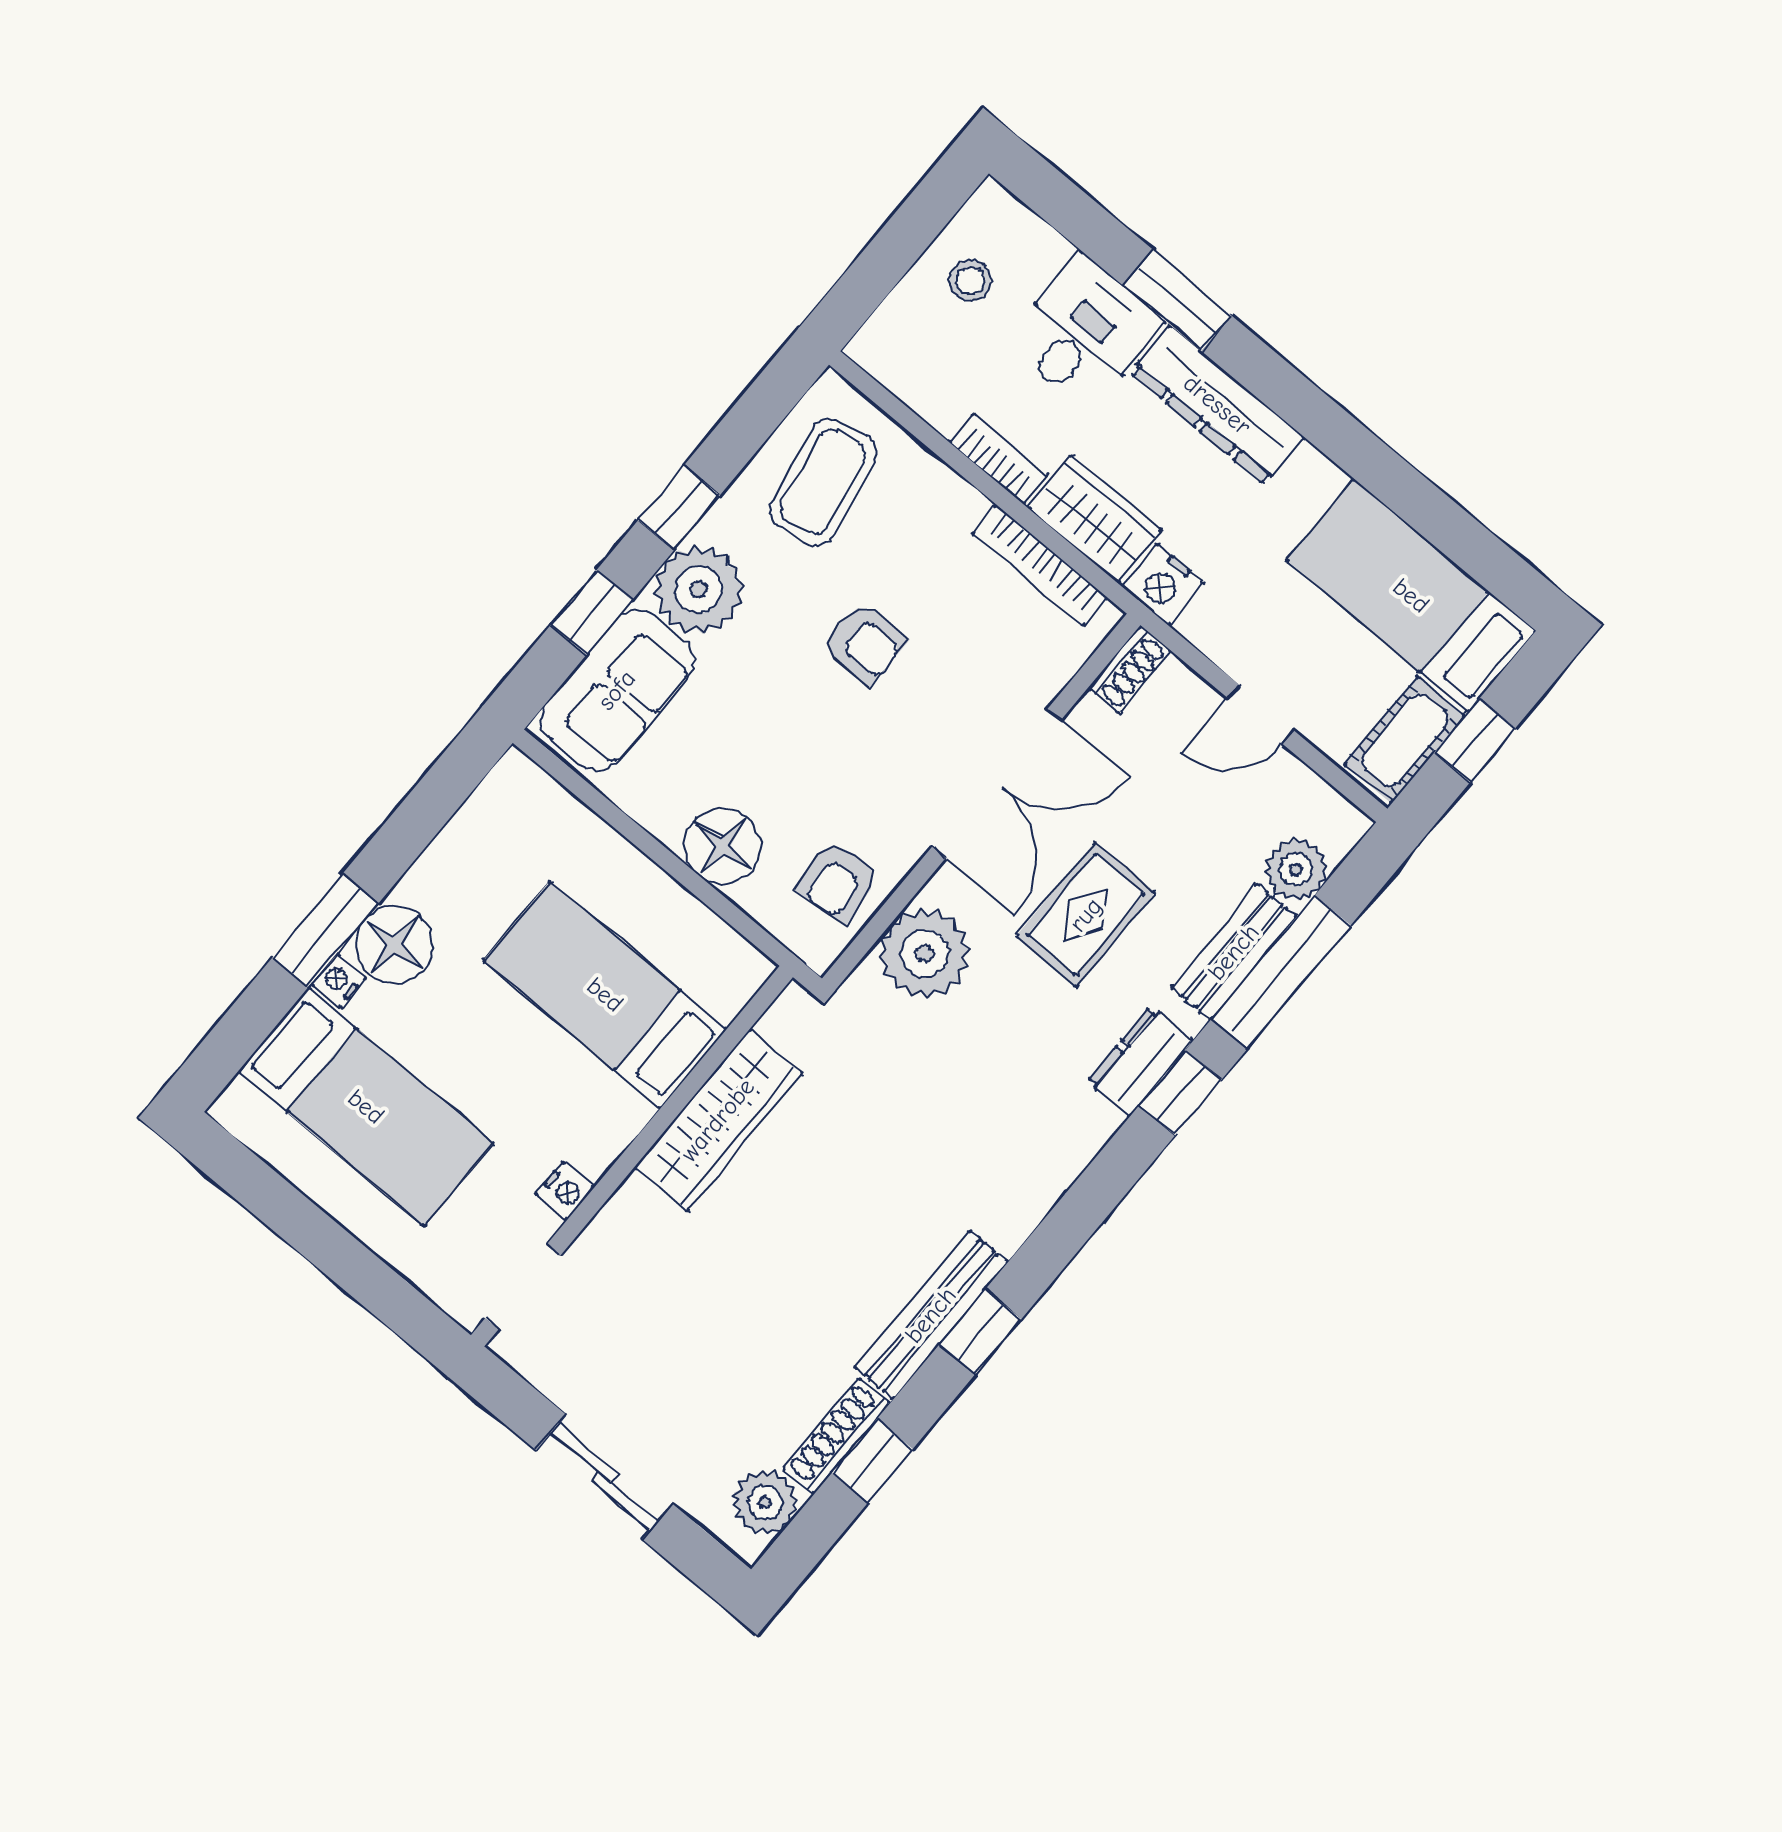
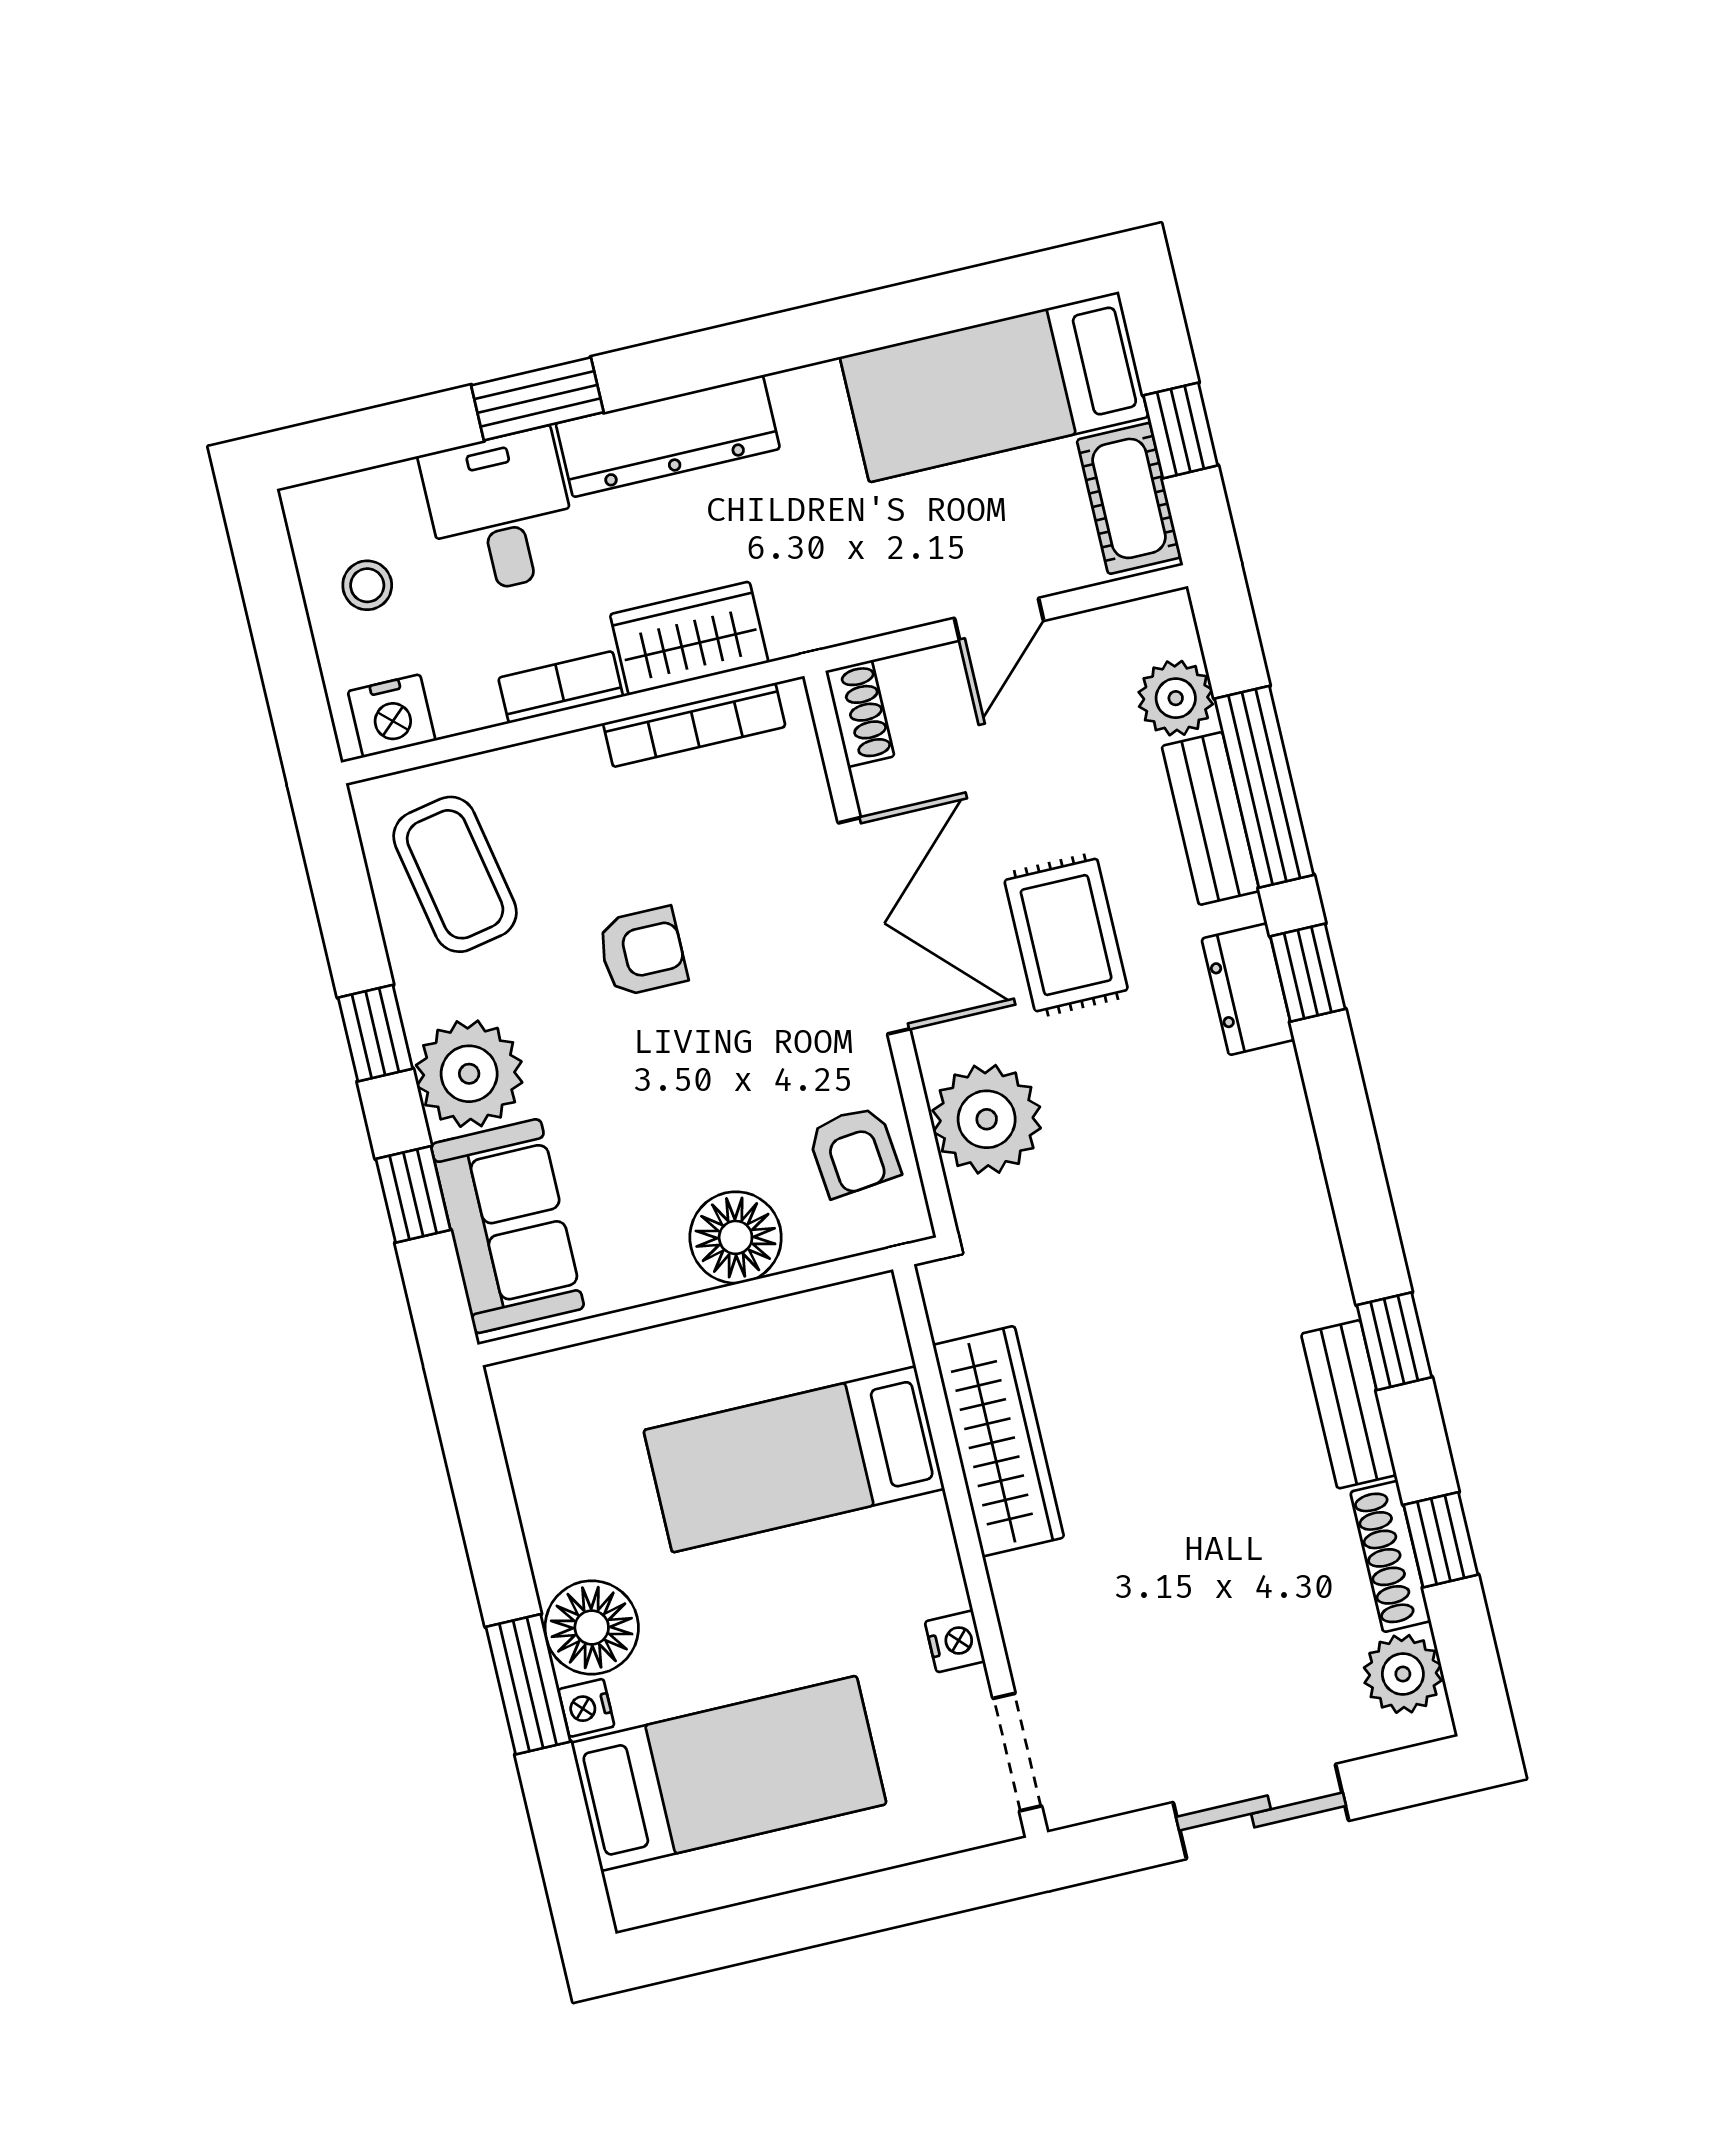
nightstand: (1163, 585) -> (392, 716), moved
bench: (931, 1315) -> (1349, 1404), width x0.73

